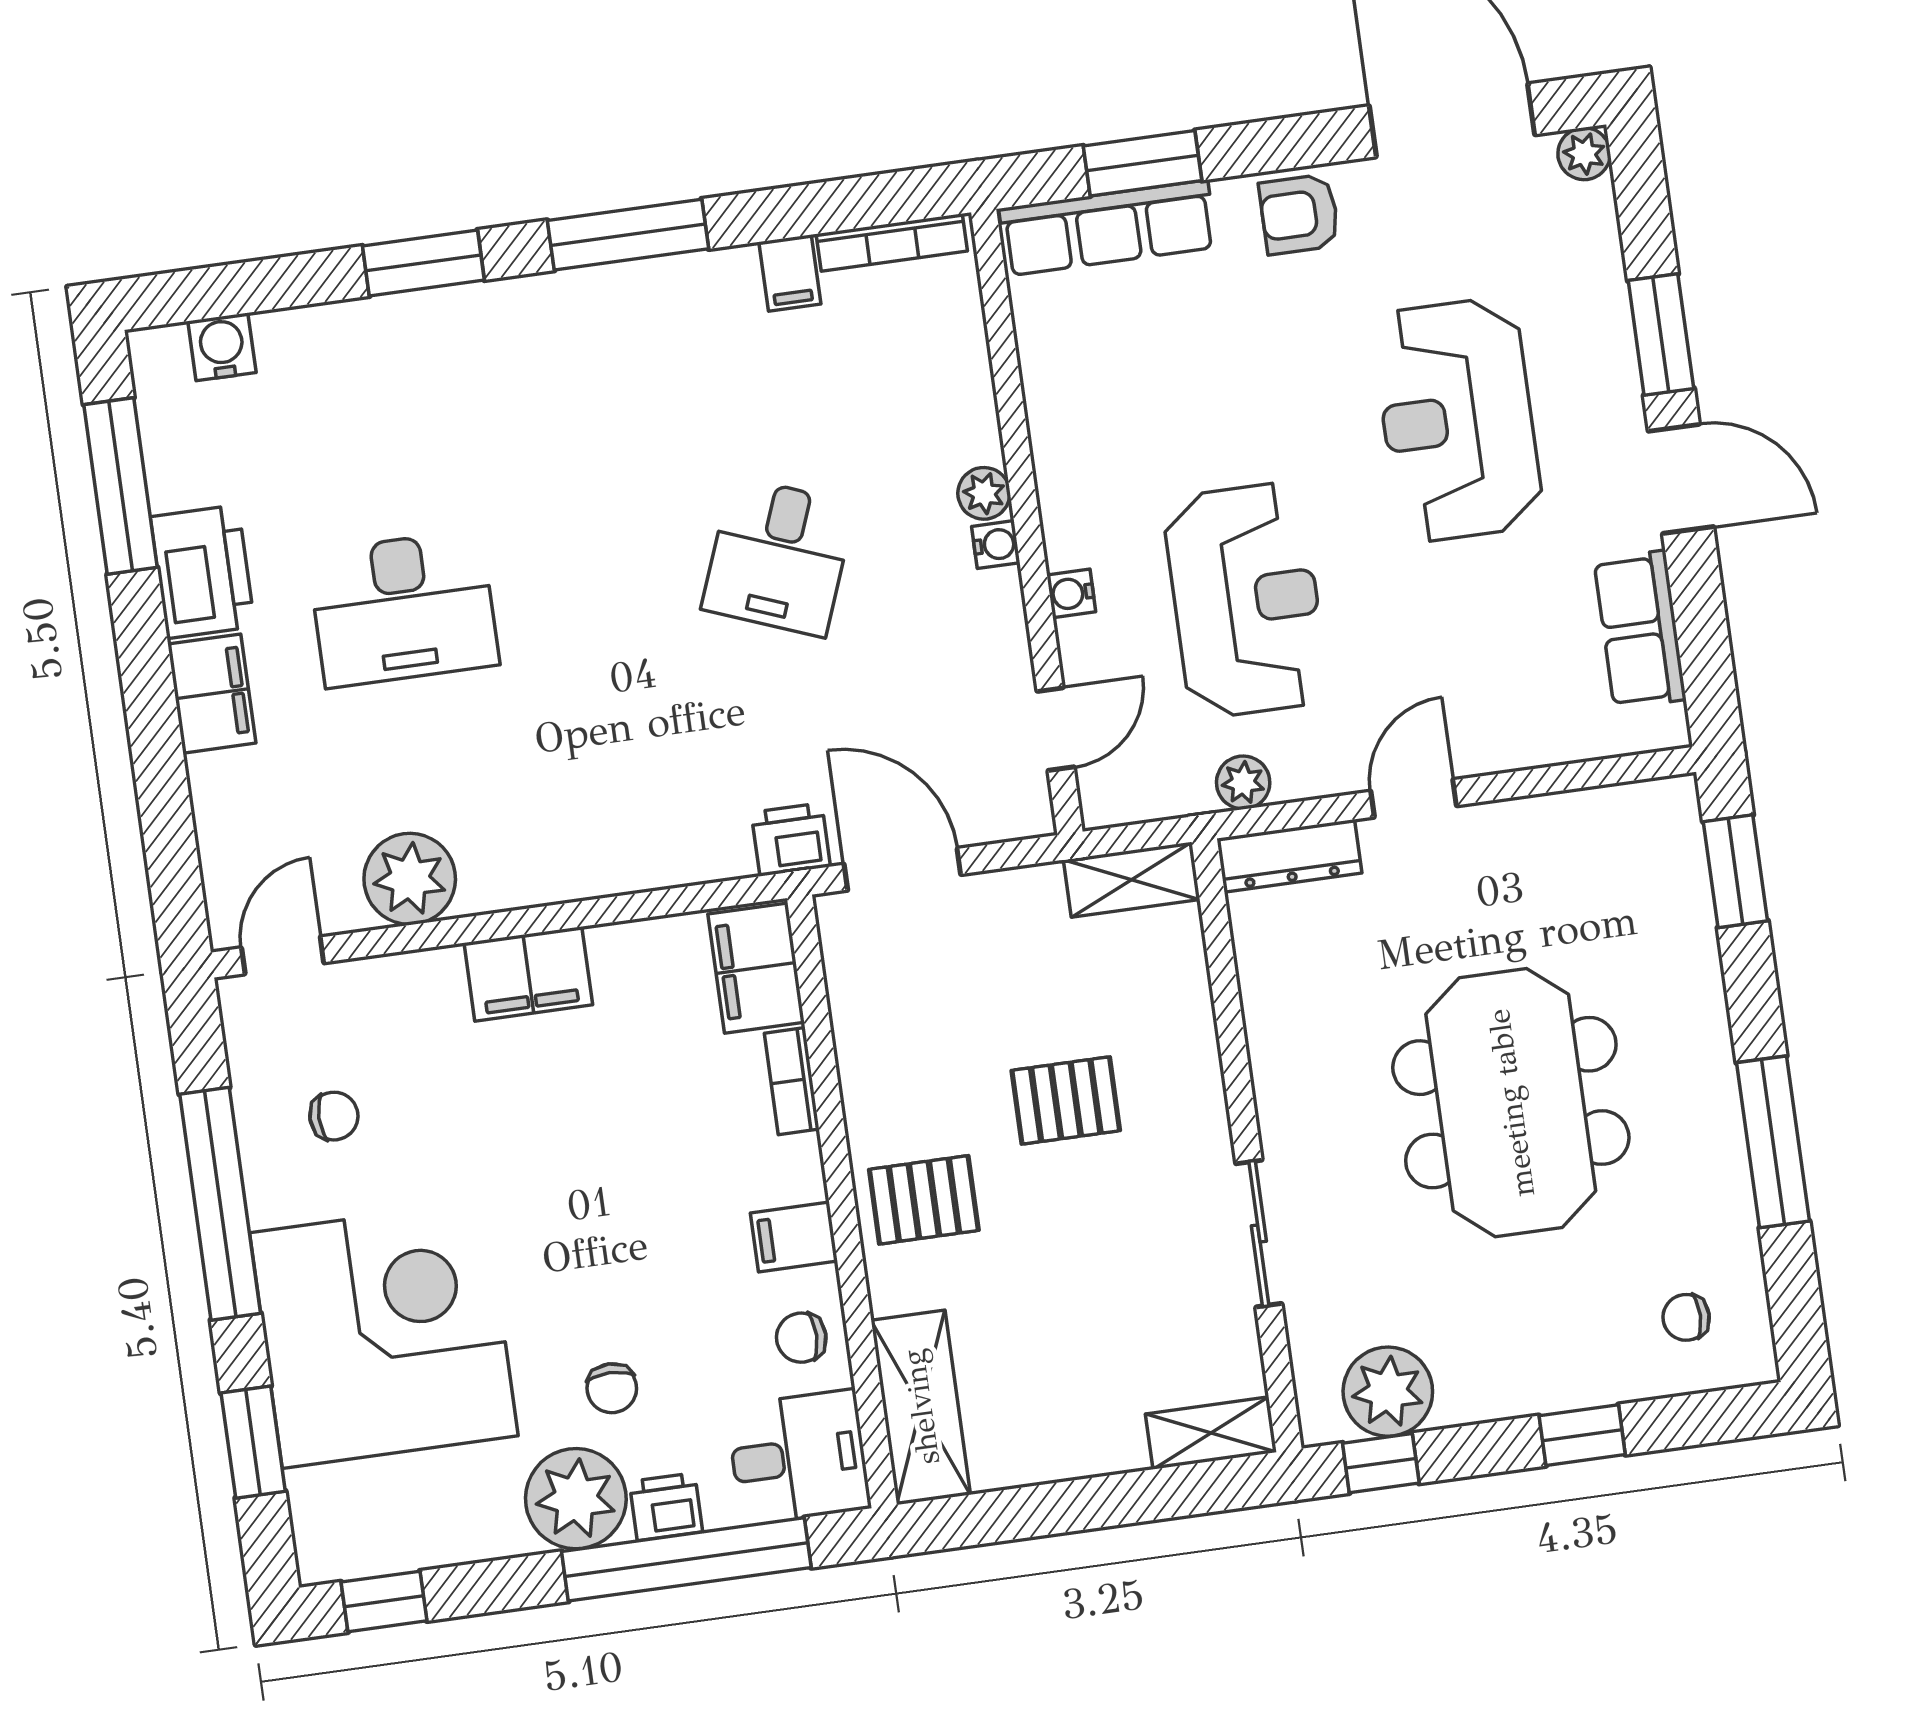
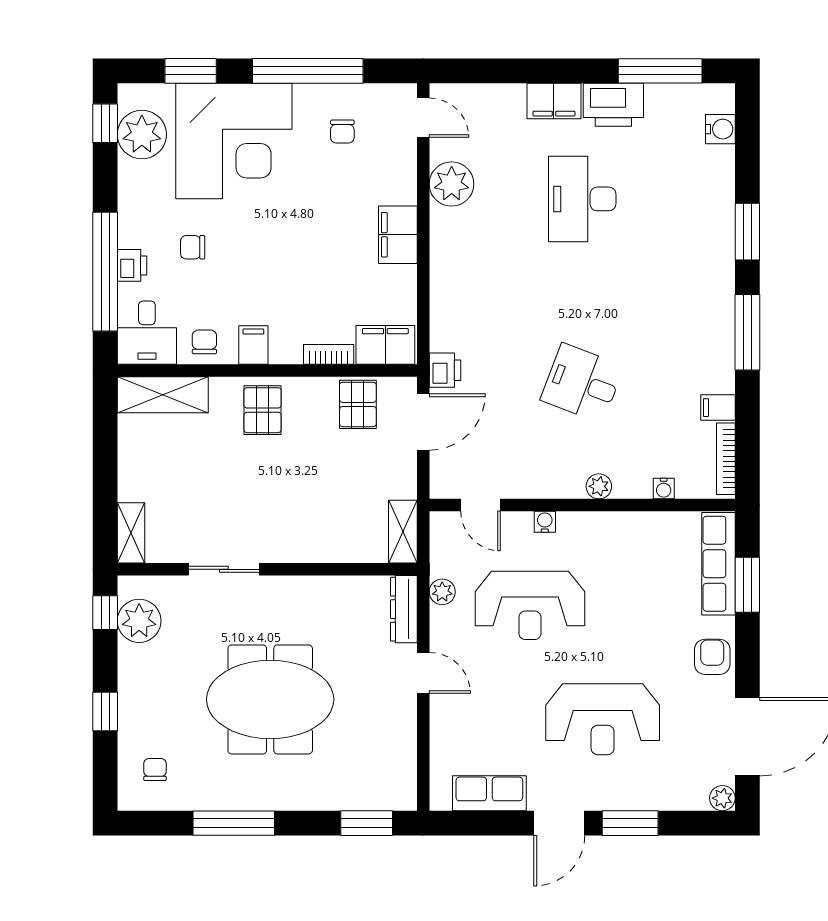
reception desk: (1457, 420) -> (603, 719), turned 180
water cooler: (996, 545) -> (664, 489), moved
pallet: (1066, 1100) -> (358, 404), moved
plant: (576, 1499) -> (142, 135), moved

